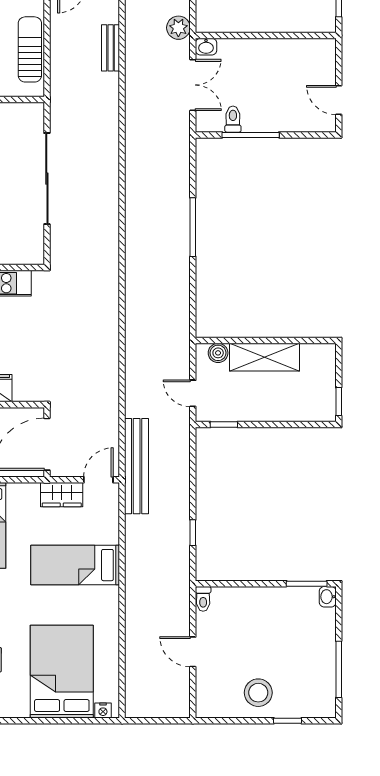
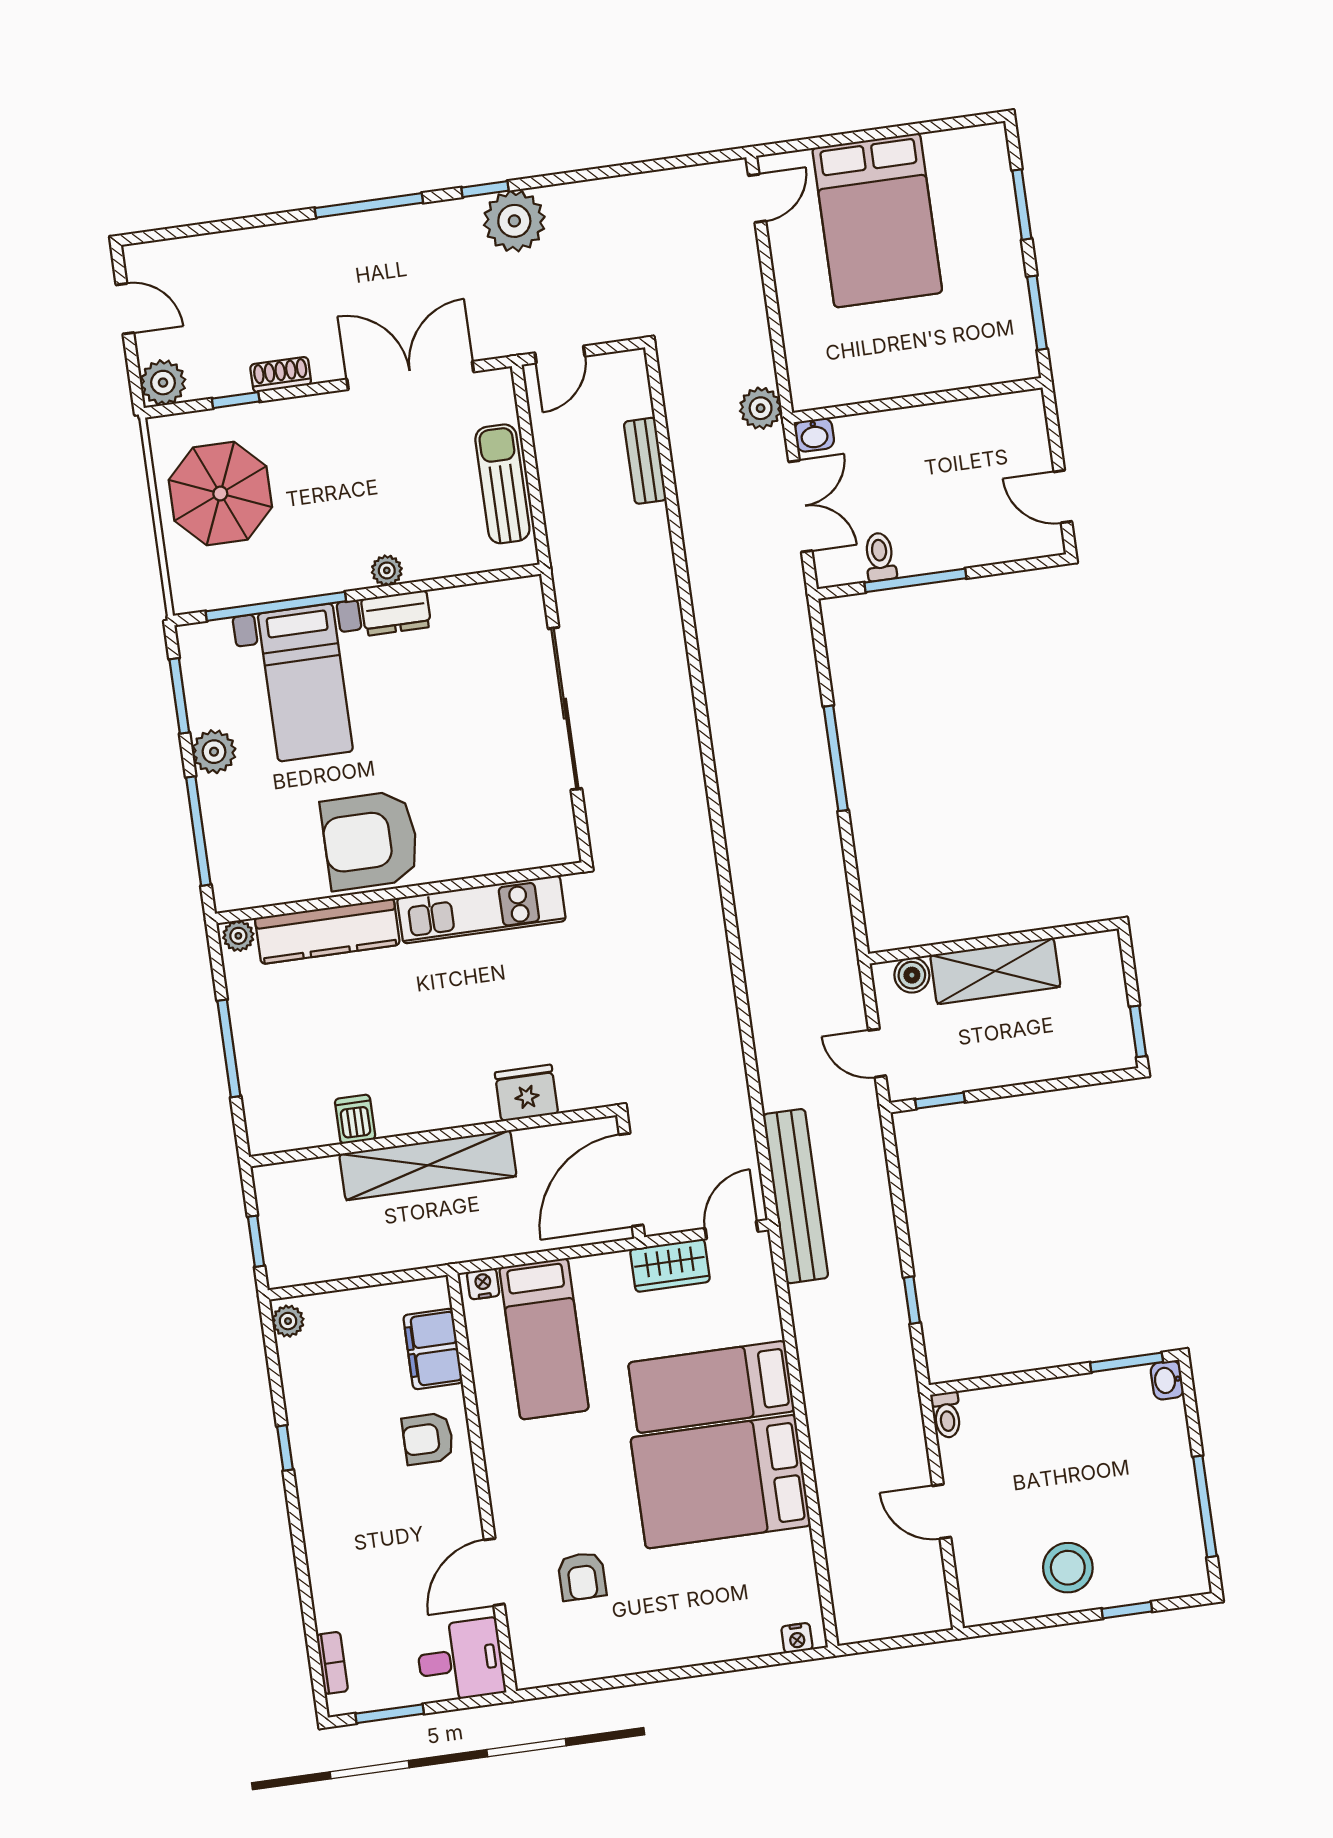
bed: (62, 672) -> (721, 1482), moved, turned -90

